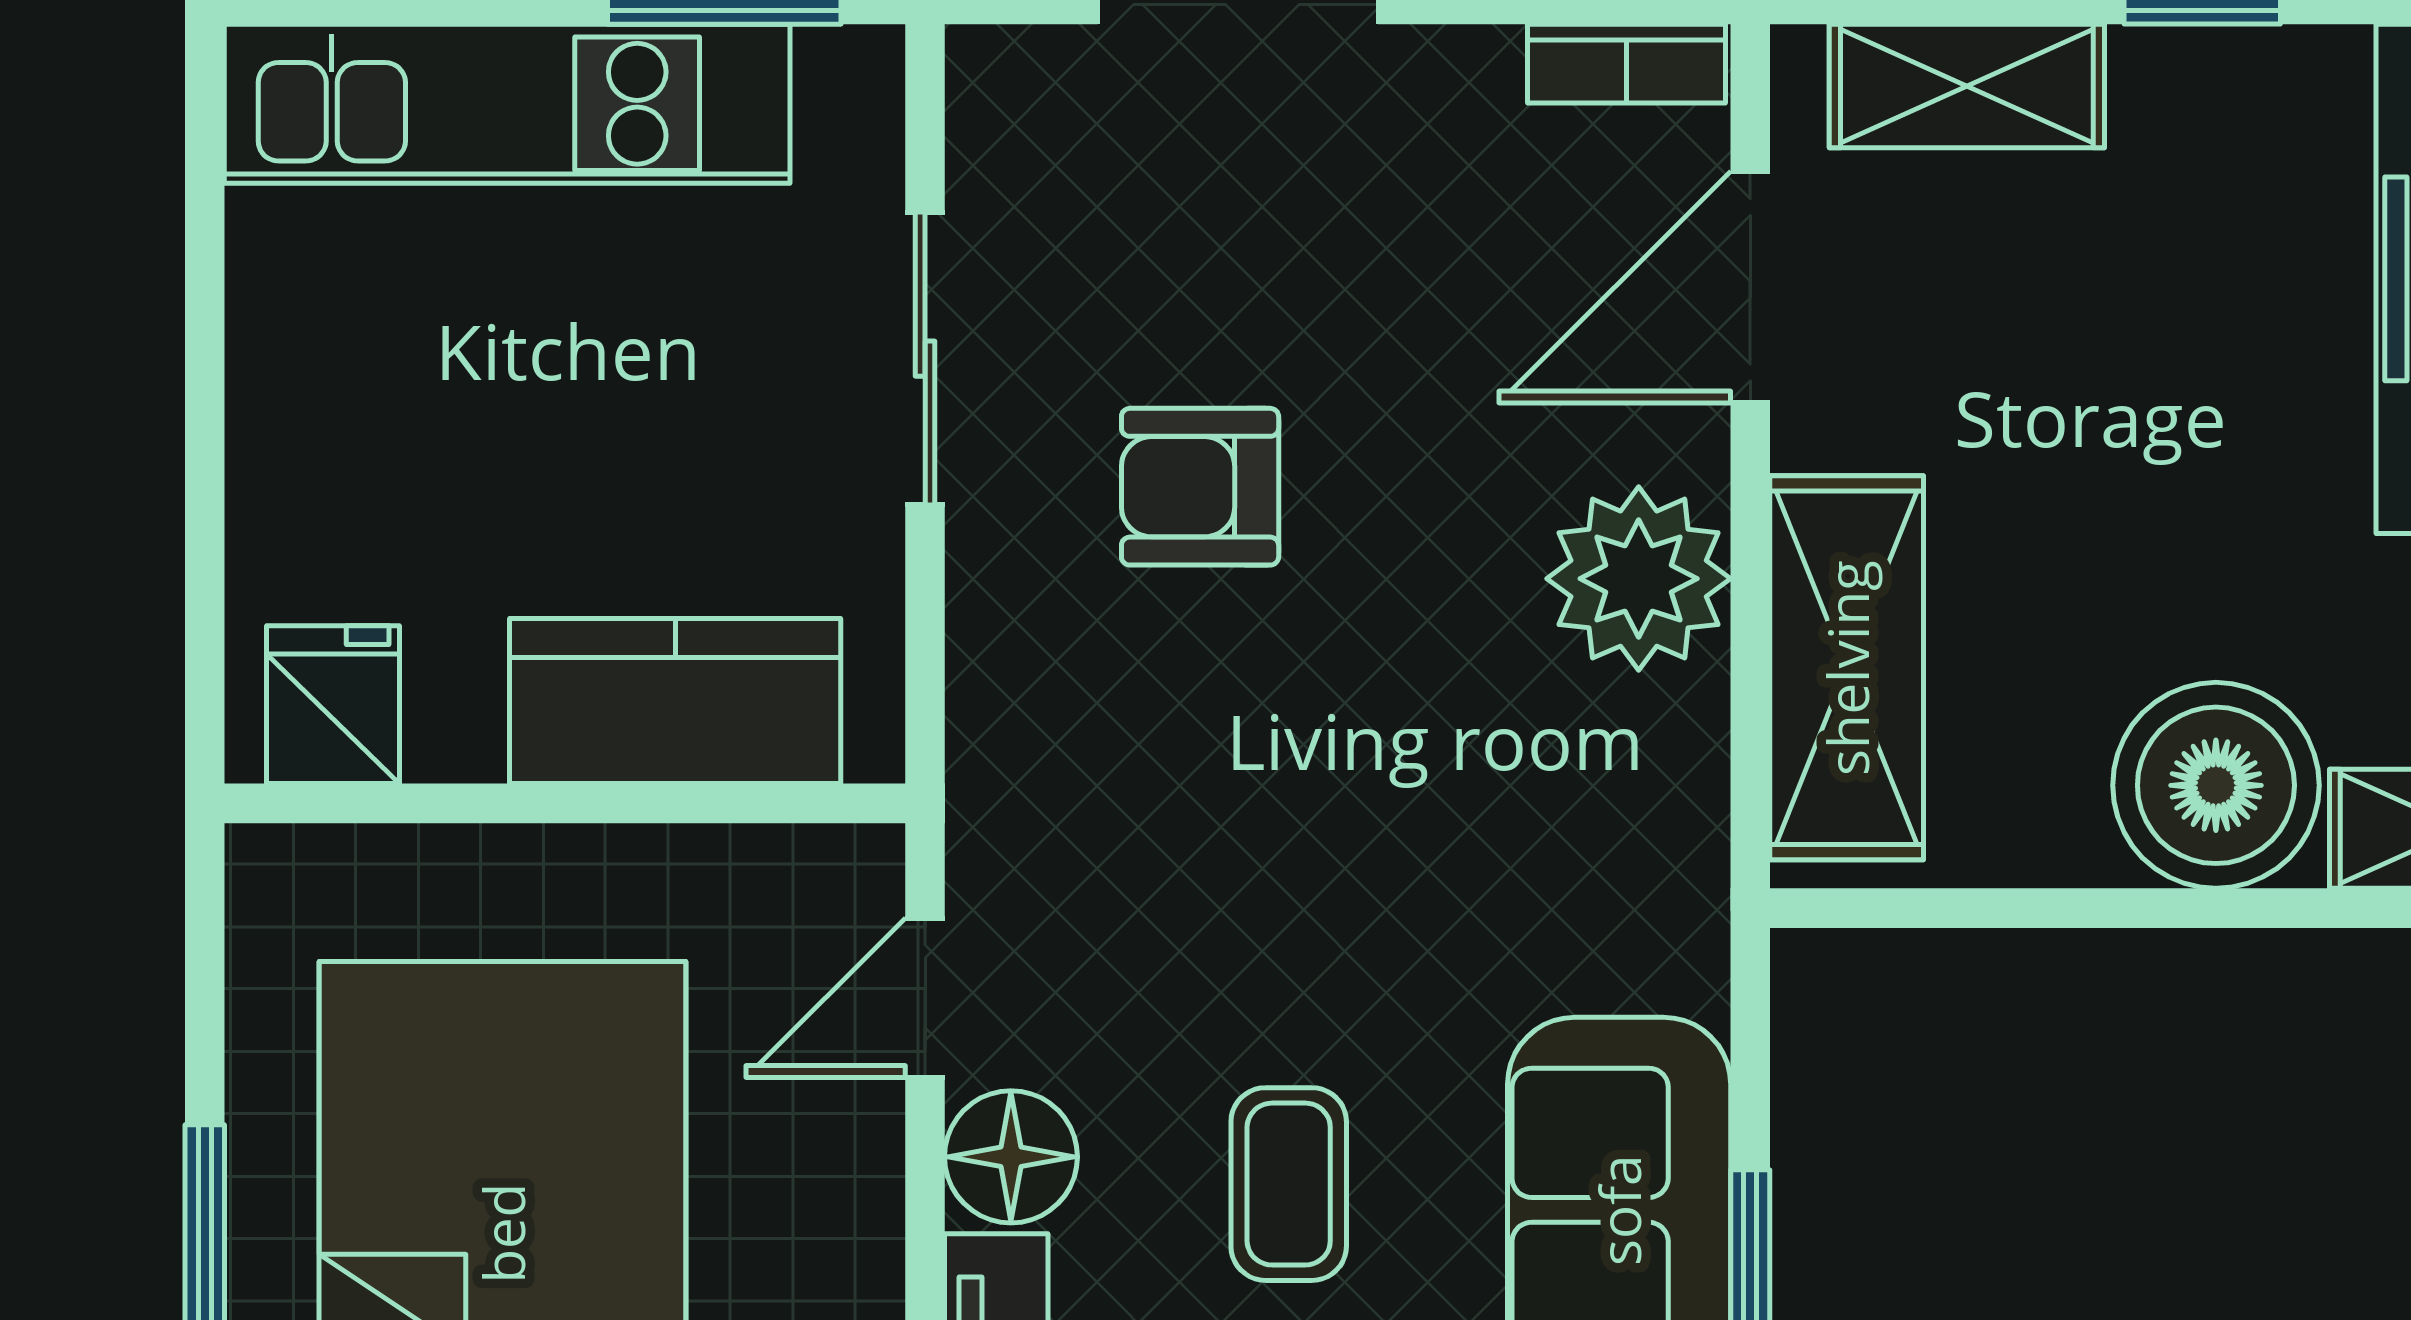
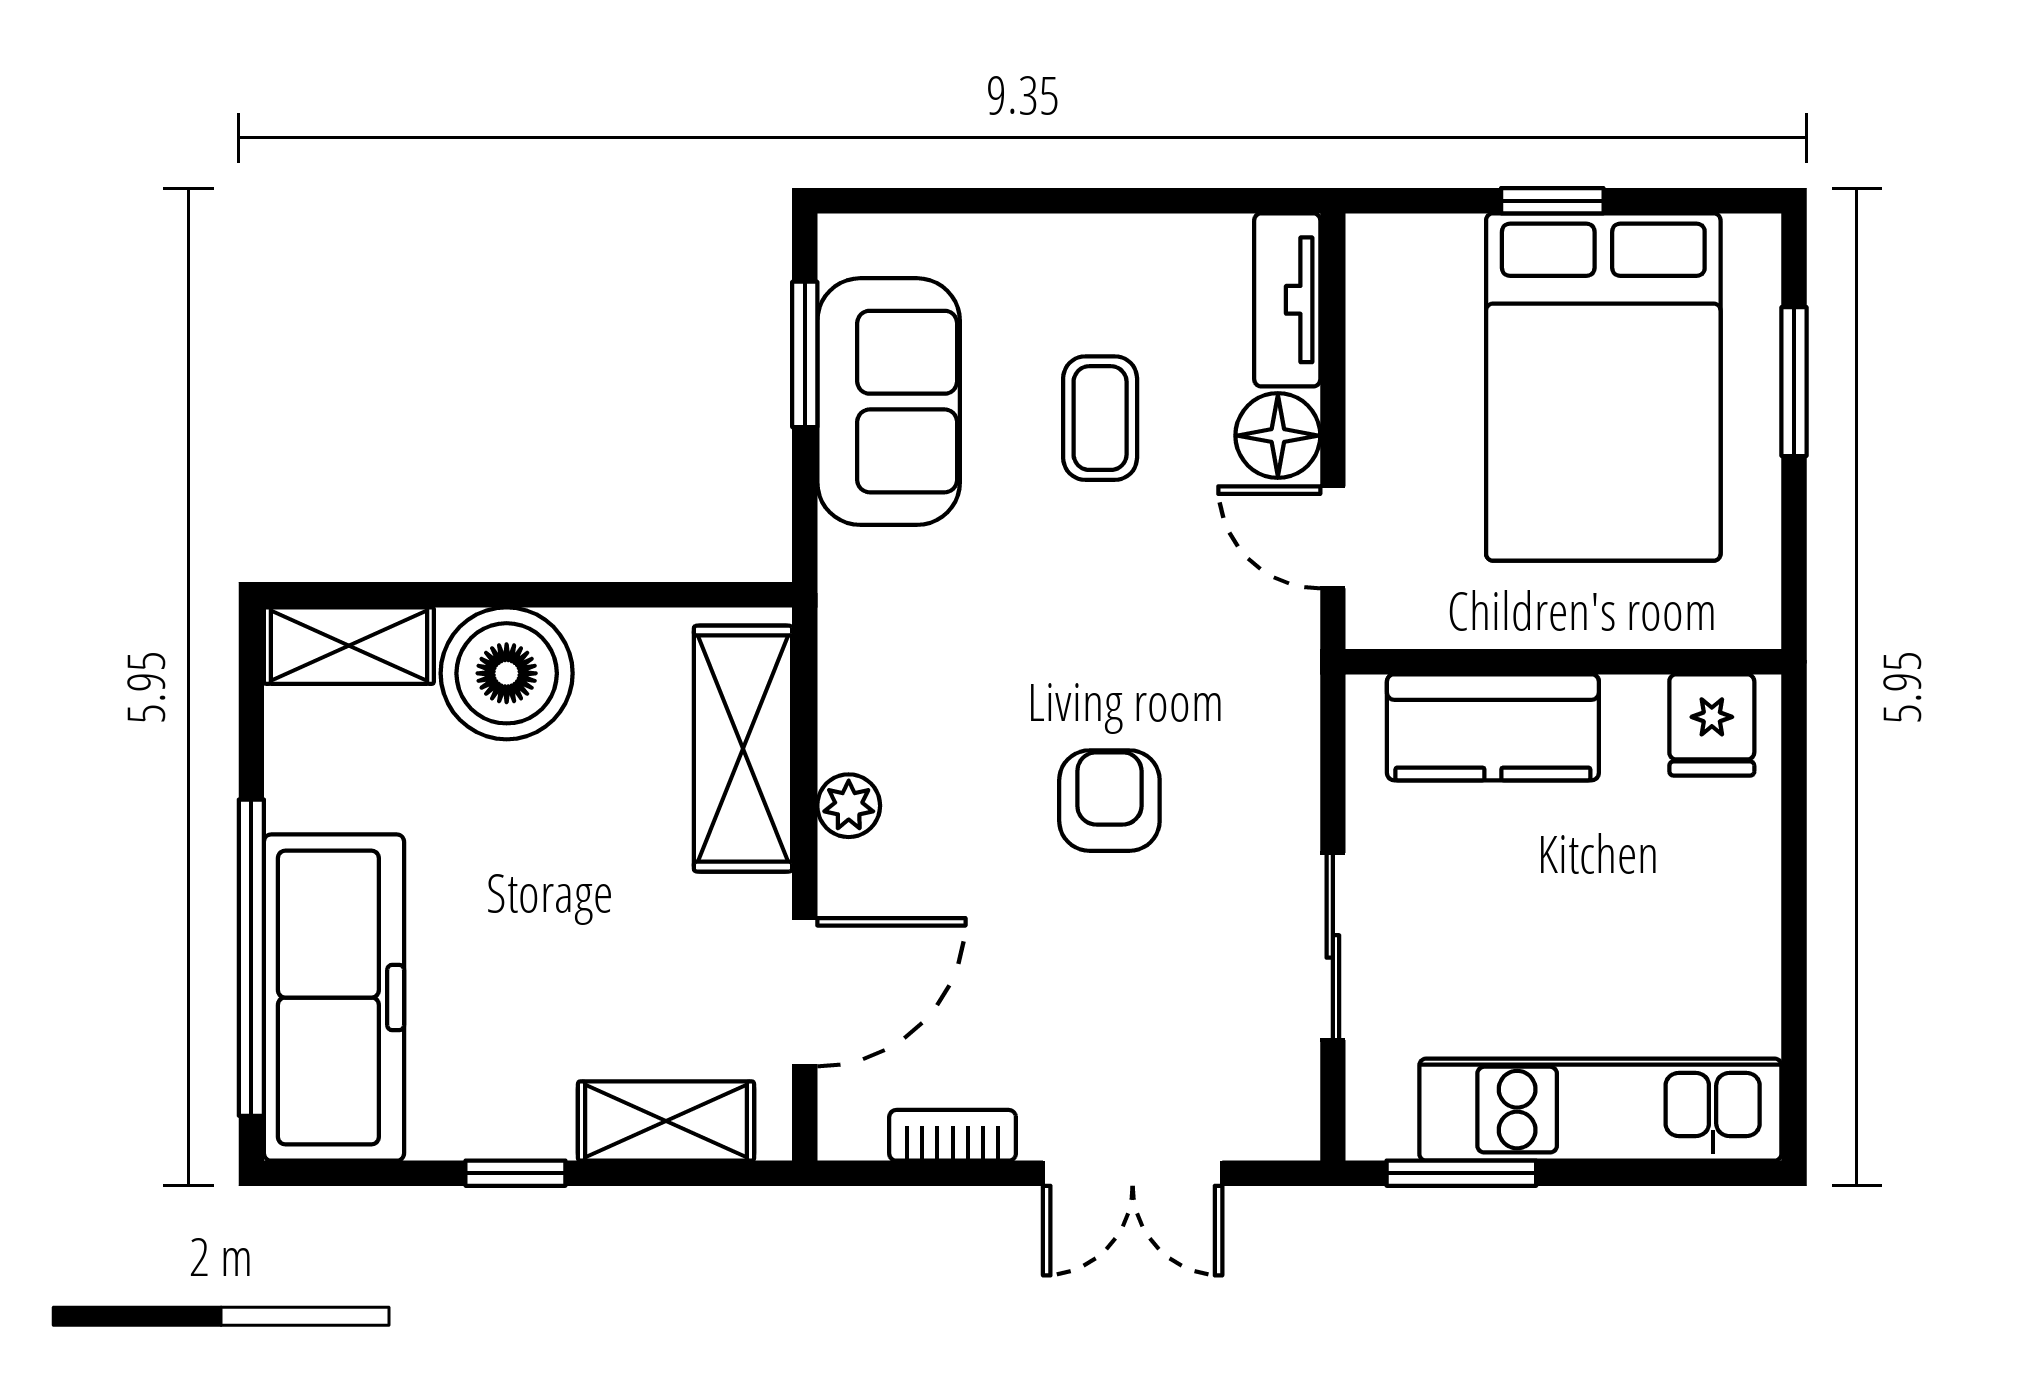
bookcase: (1627, 64) -> (953, 1135), moved
armchair: (1200, 487) -> (1109, 801), moved, turned -90
plant: (1639, 579) -> (849, 806), width x0.53, depth x0.53
door: (925, 998) -> (1333, 537), swing flipped

